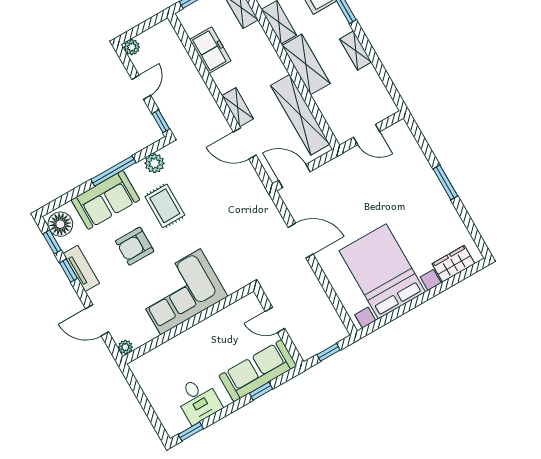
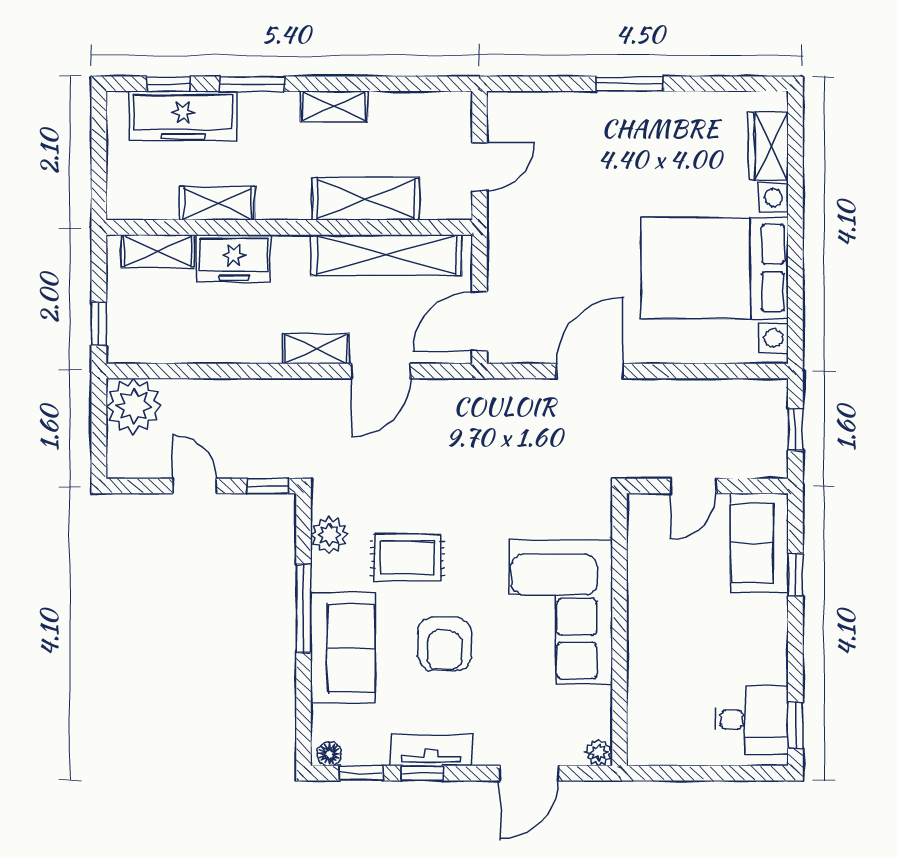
plant: (132, 47) -> (134, 406), moved, width x1.88, depth x1.88
freezer: (210, 50) -> (234, 258), moved, turned 180
shelving: (306, 64) -> (366, 199), moved
floor lamp: (60, 224) -> (329, 754), width x0.53, depth x0.53
sofa: (258, 371) -> (759, 543), width x0.73
desk: (198, 400) -> (751, 720), moved

